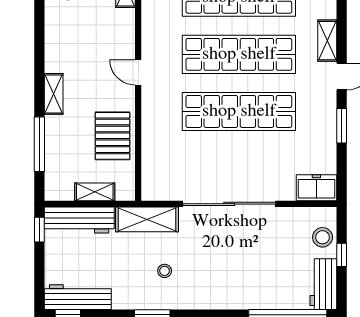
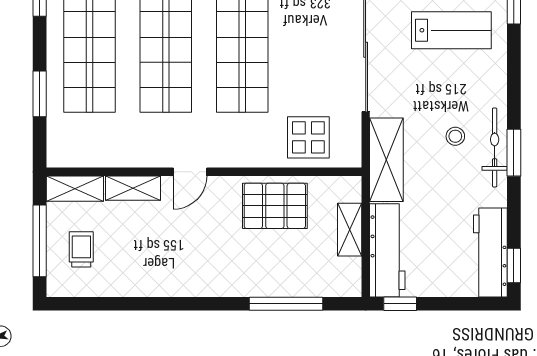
shelving: (54, 94) -> (133, 188), moved
display table: (164, 161) -> (308, 137), added
lab bench: (244, 268) -> (451, 30), added
bicycle: (156, 300) -> (495, 147), added

